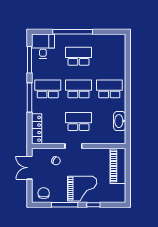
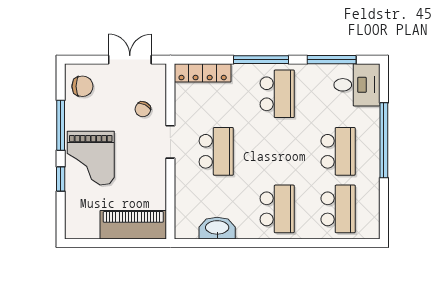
school desk: (79, 89) -> (338, 209), moved

